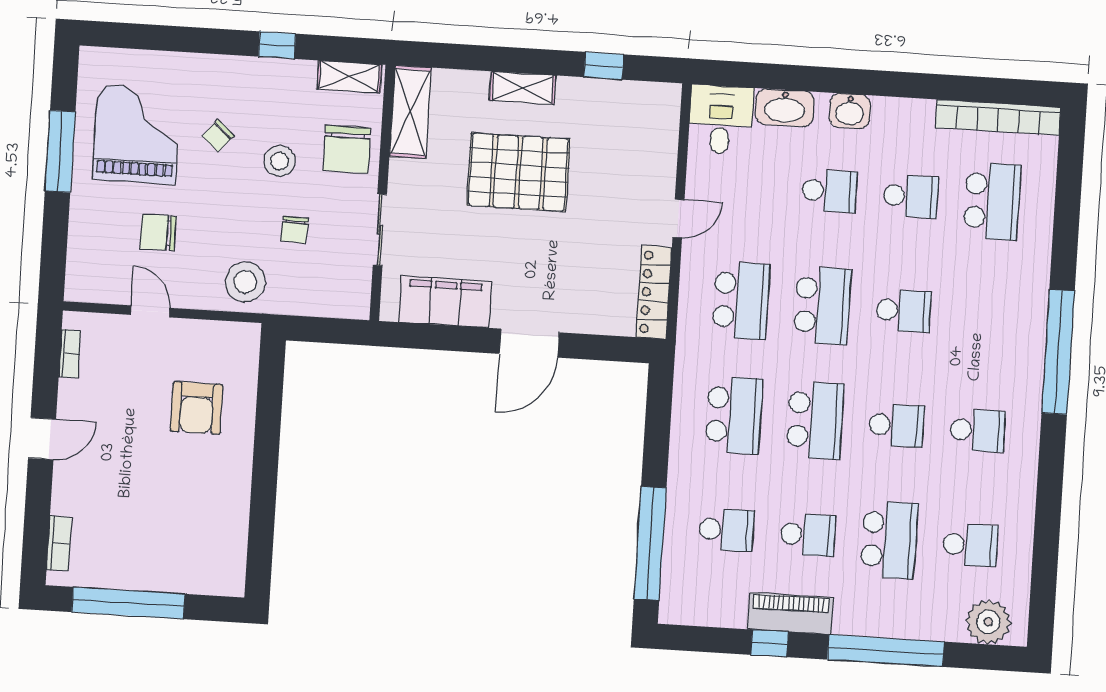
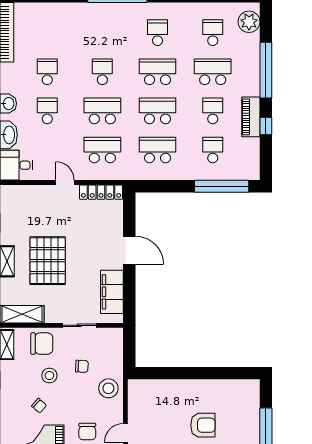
school desk: (992, 201) -> (47, 33), removed
armchair: (197, 408) -> (203, 425), moved
school desk: (896, 425) -> (158, 72), width x1.85

